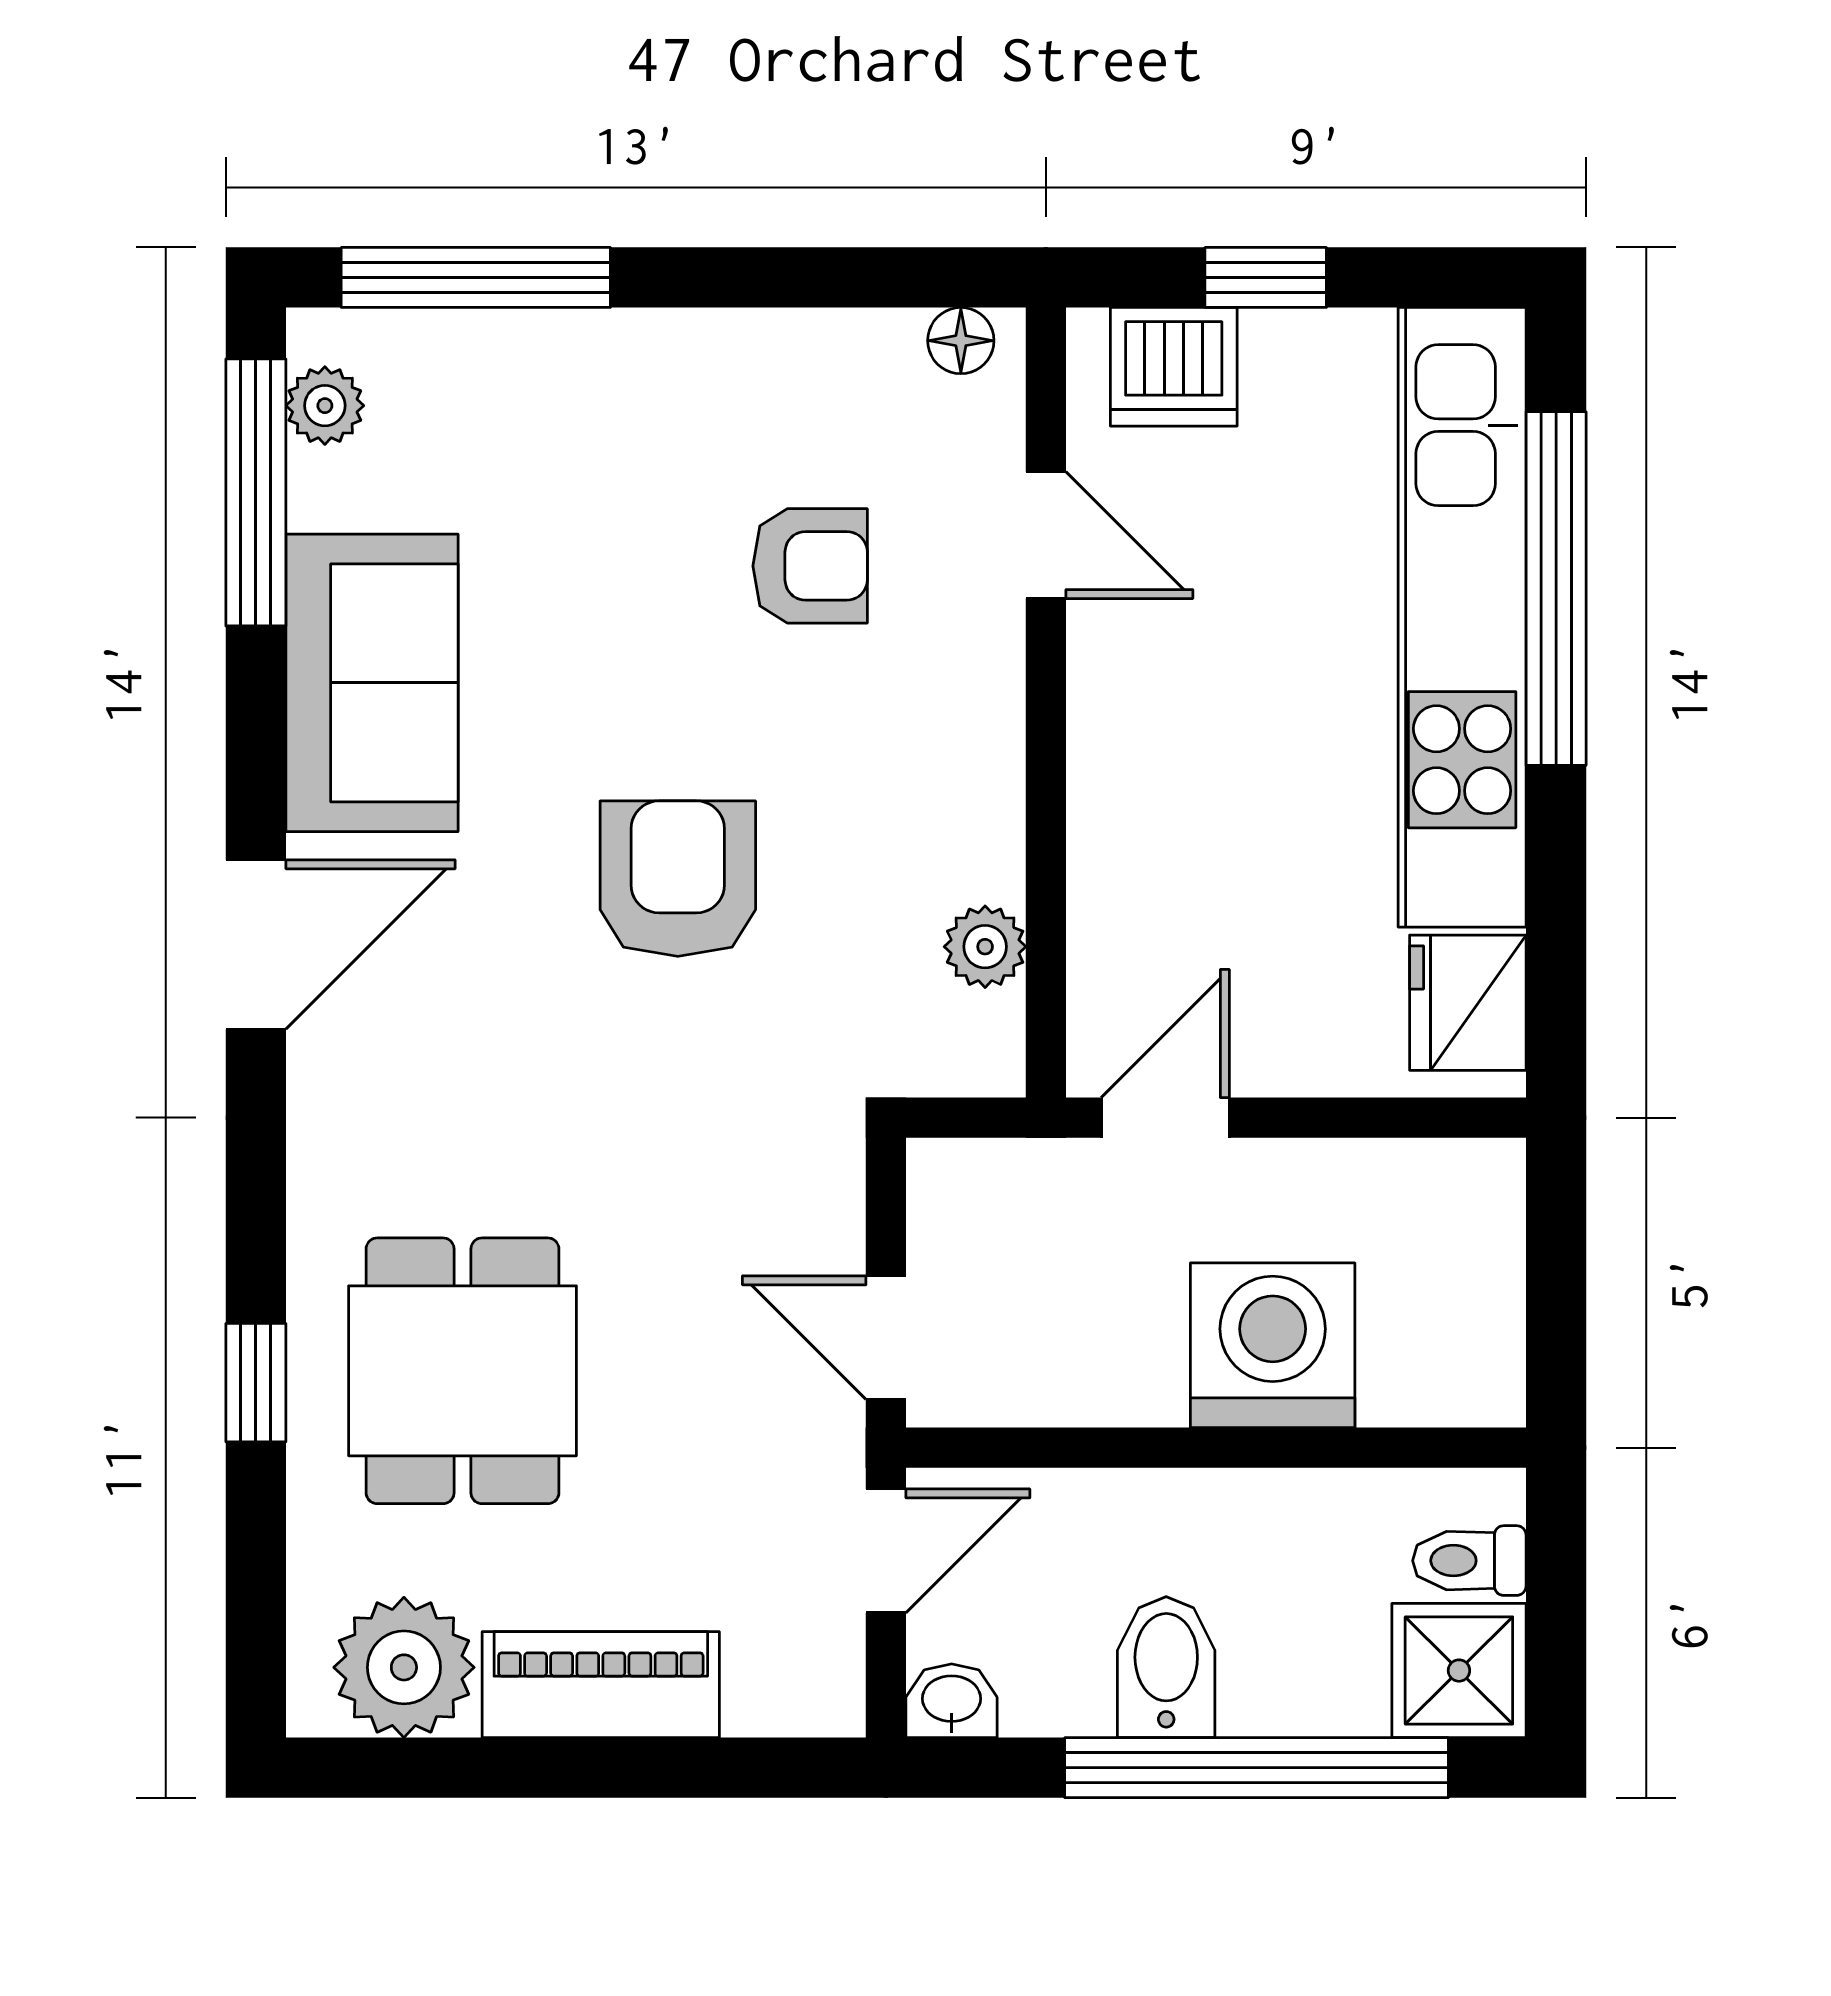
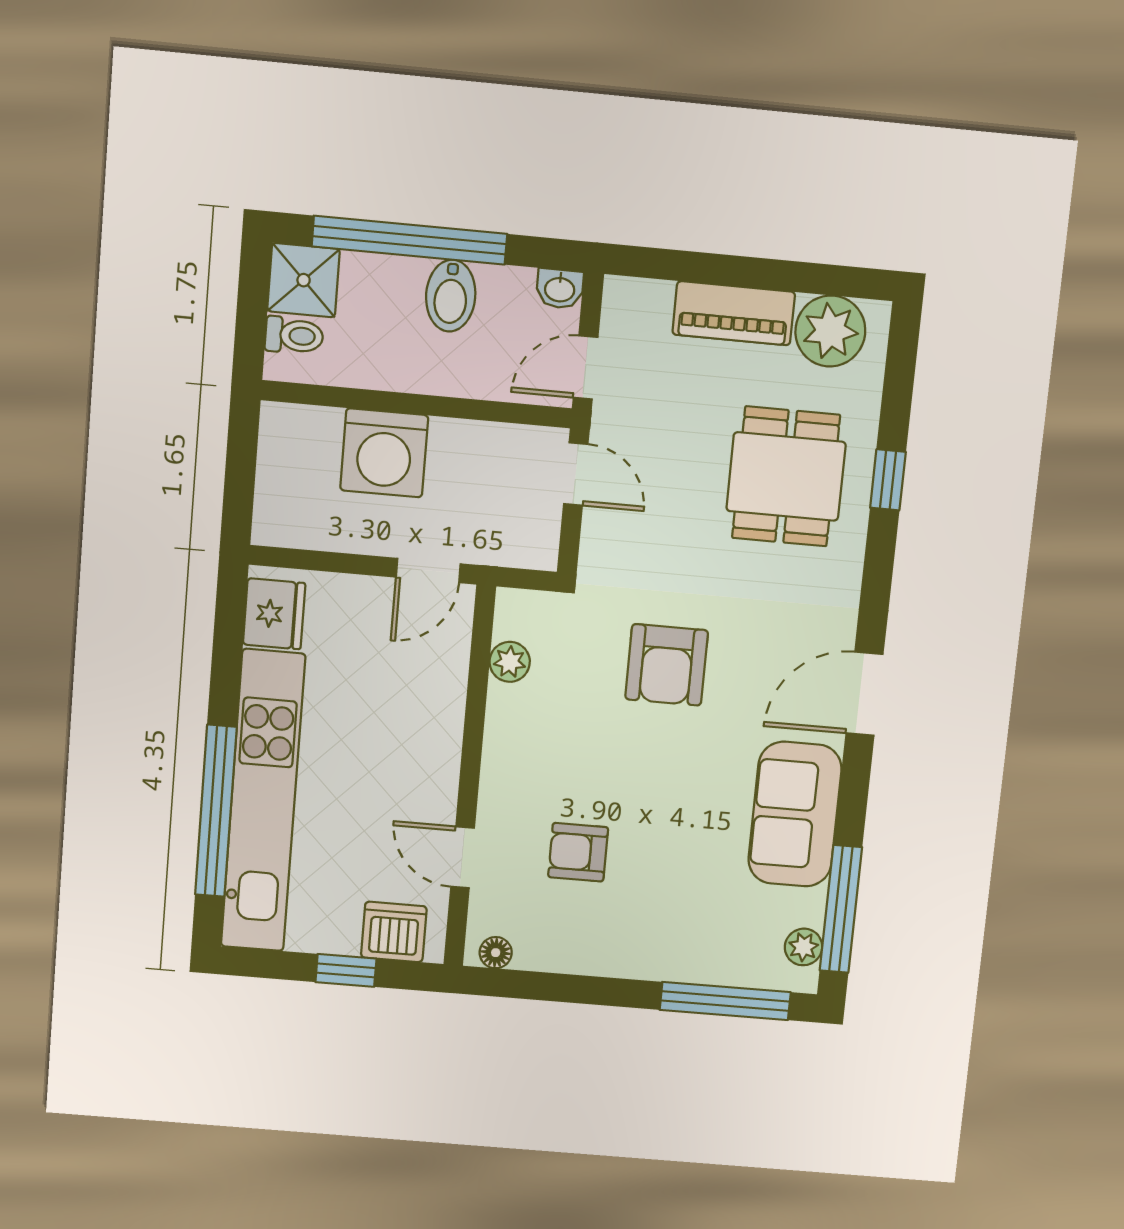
armchair: (678, 879) -> (667, 665), moved

